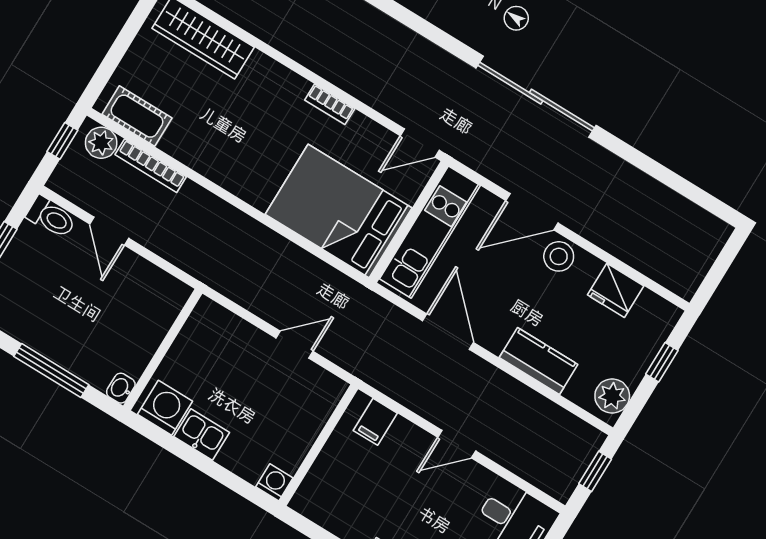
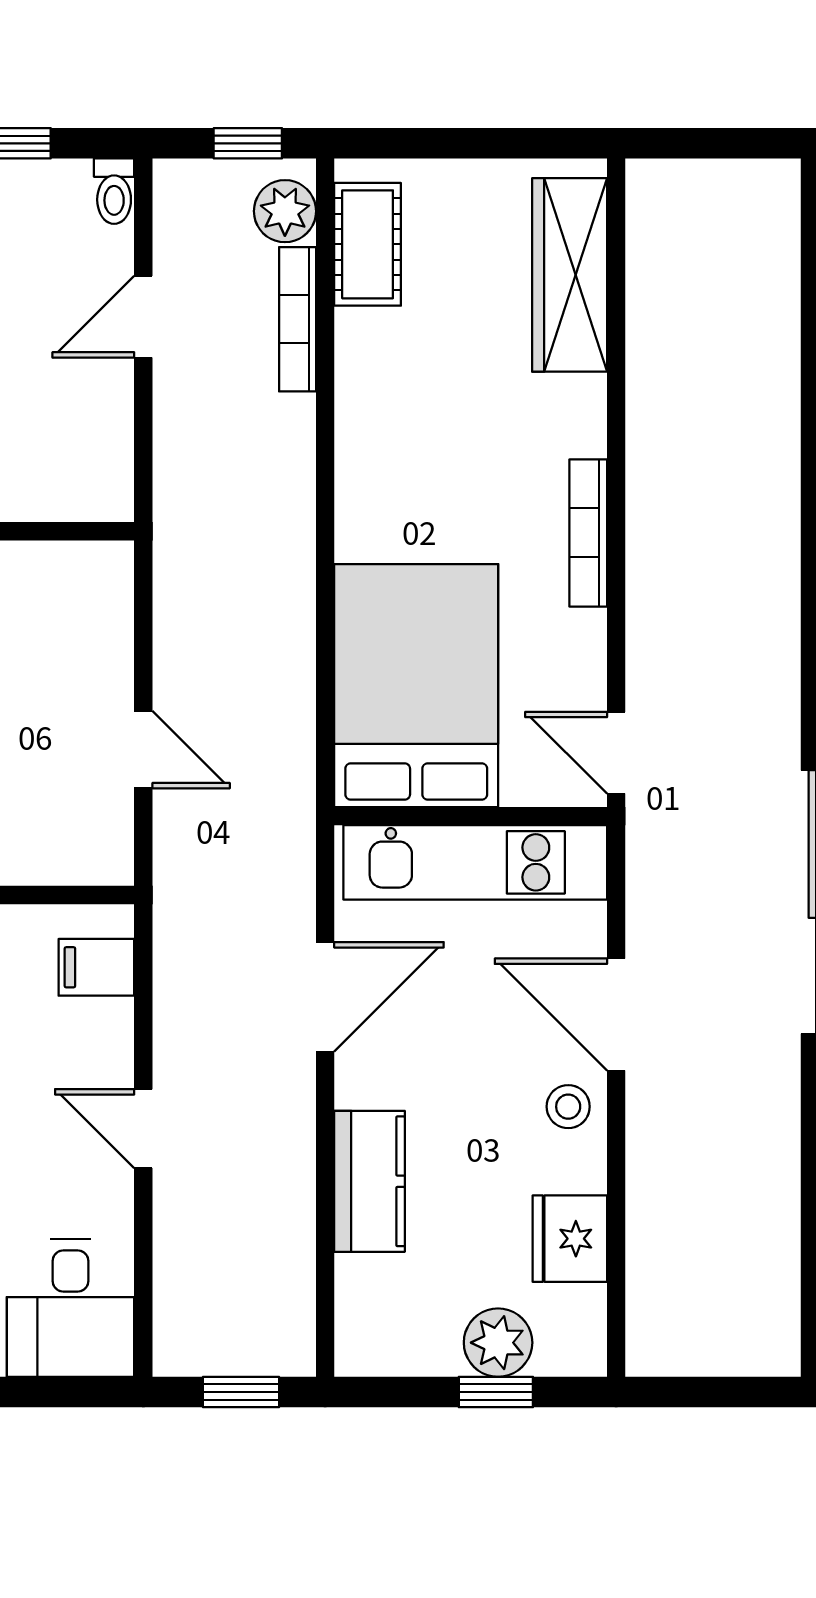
bookcase: (330, 104) -> (588, 533), width x1.56
toilet: (51, 217) -> (114, 191), width x0.73, depth x0.72
stool: (559, 256) -> (568, 1107), width x0.73, depth x0.73
plant: (612, 396) -> (498, 1343), moved

